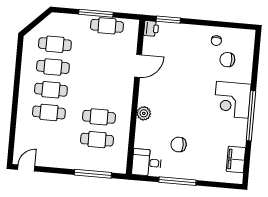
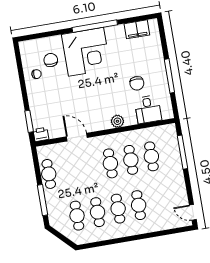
window: (96, 13) -> (43, 200), moved
chair: (227, 60) -> (51, 60), turned 180
cafe table: (101, 94) -> (110, 163), added
corner desk: (232, 100) -> (86, 52), width x1.36, depth x1.36
desk: (147, 163) -> (148, 109), moved

